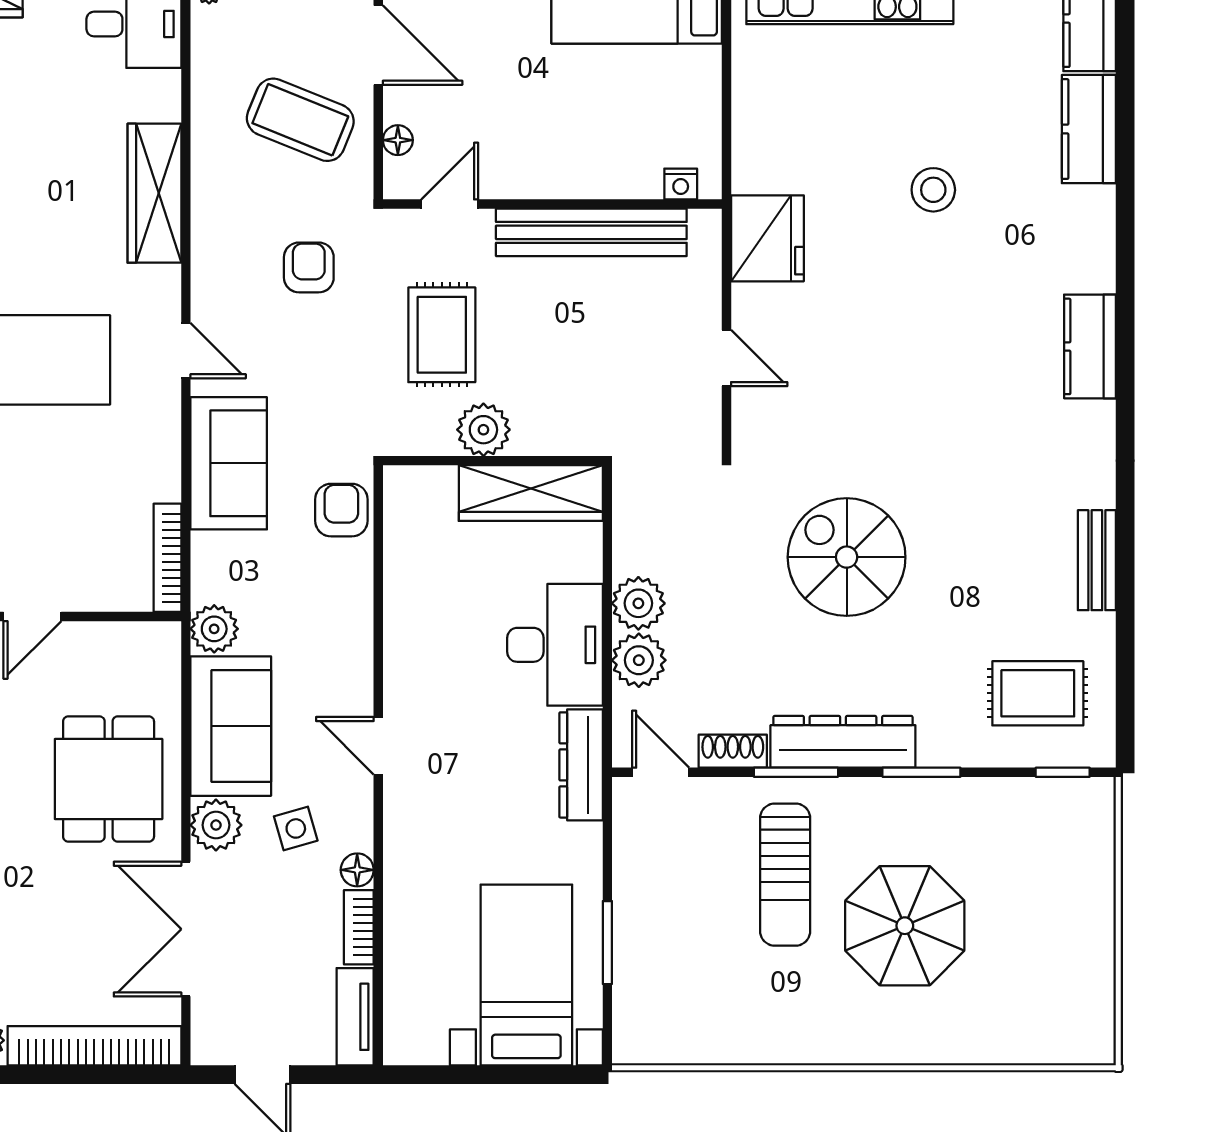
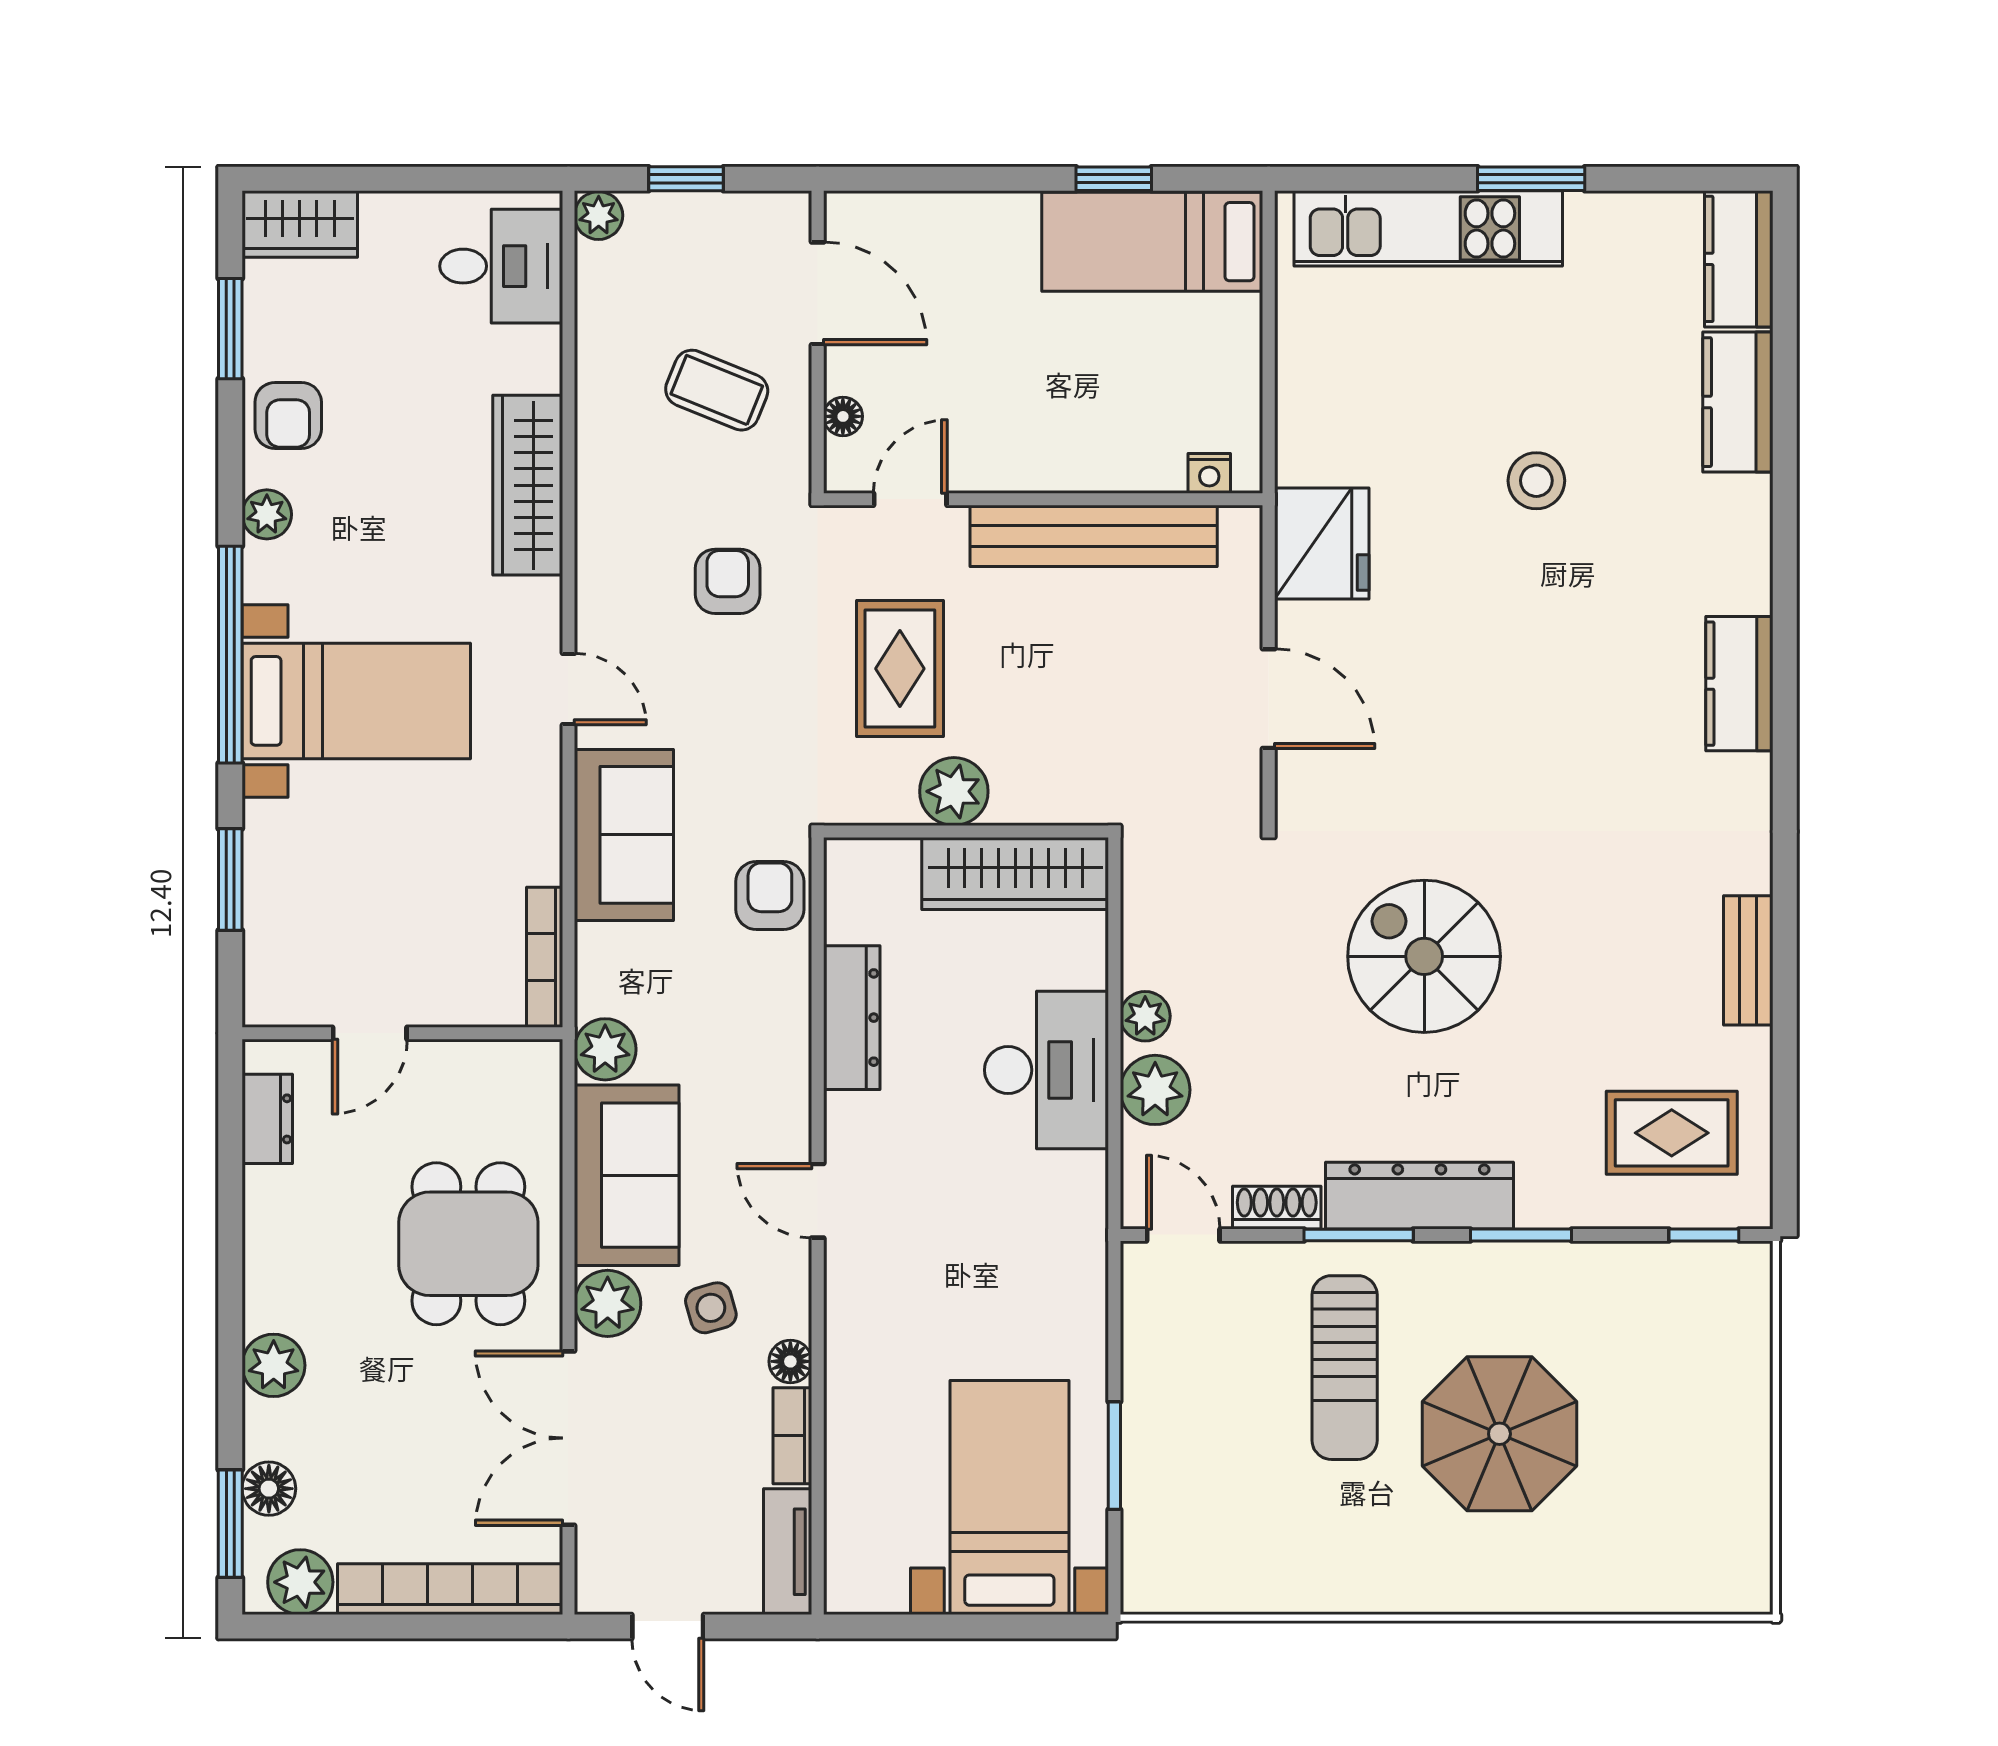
coffee table: (300, 120) -> (717, 390), width x0.73, depth x0.77
door: (727, 358) -> (1269, 699), width x1.38
plant: (638, 603) -> (1145, 1016), width x0.73, depth x0.73
dresser: (581, 765) -> (852, 1018), moved, turned 180

